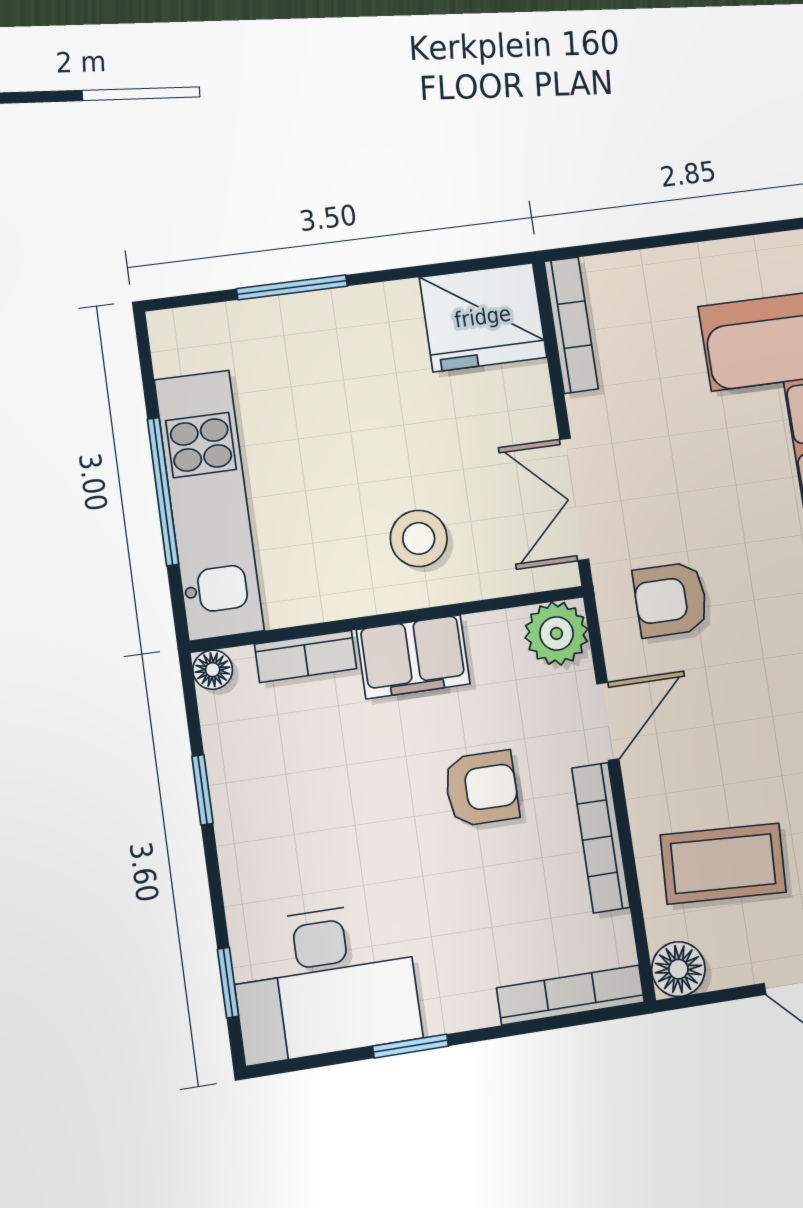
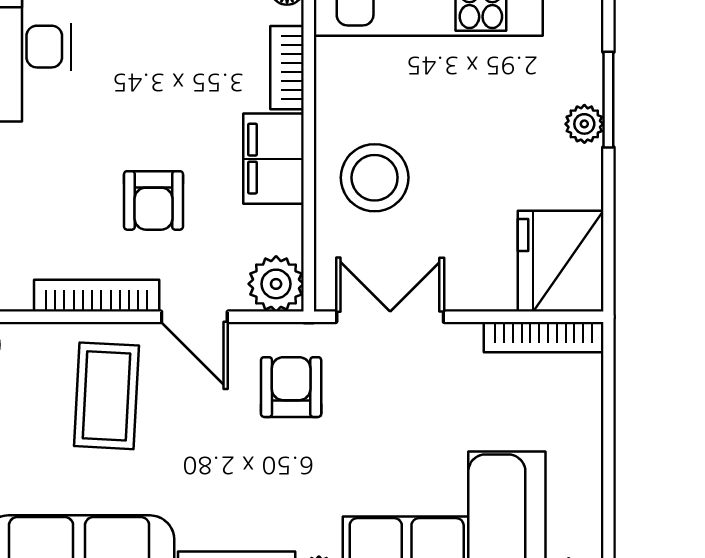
plant: (324, 311) -> (584, 124), added
stool: (419, 538) -> (375, 178), width x1.38, depth x1.38
coffee table: (723, 864) -> (107, 396), moved

